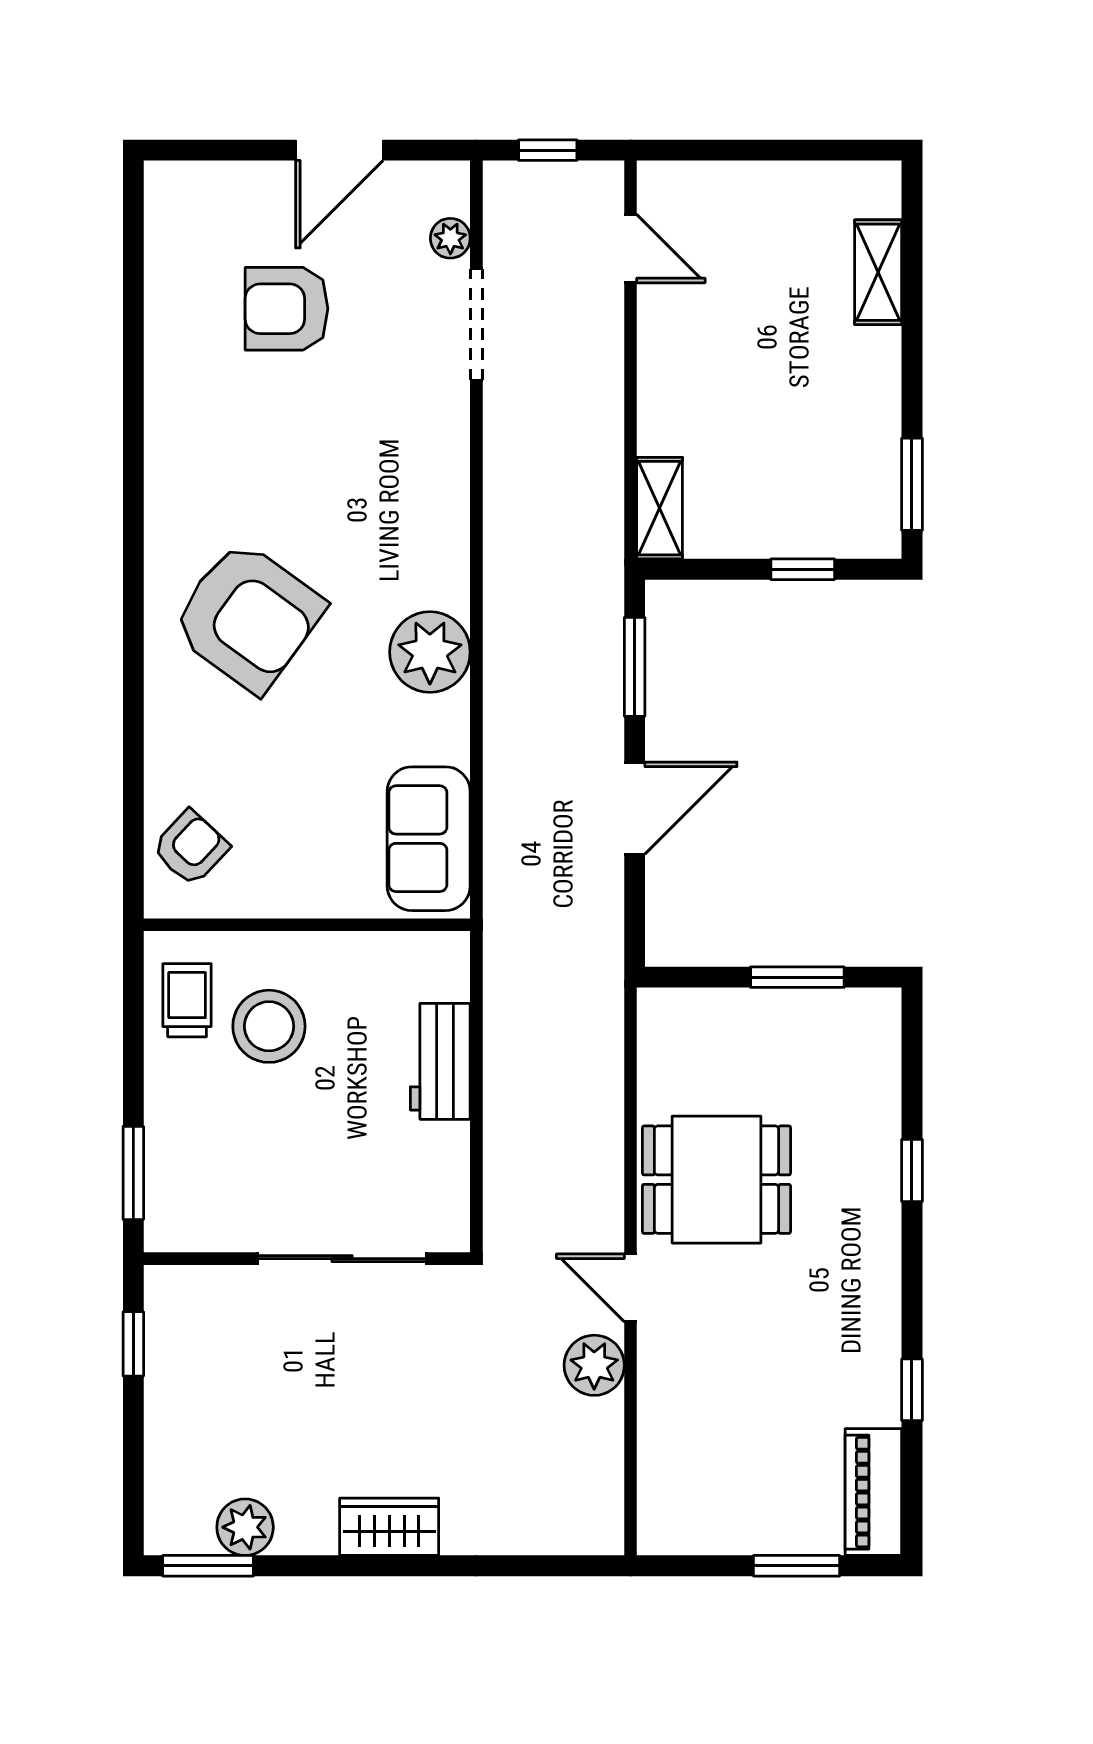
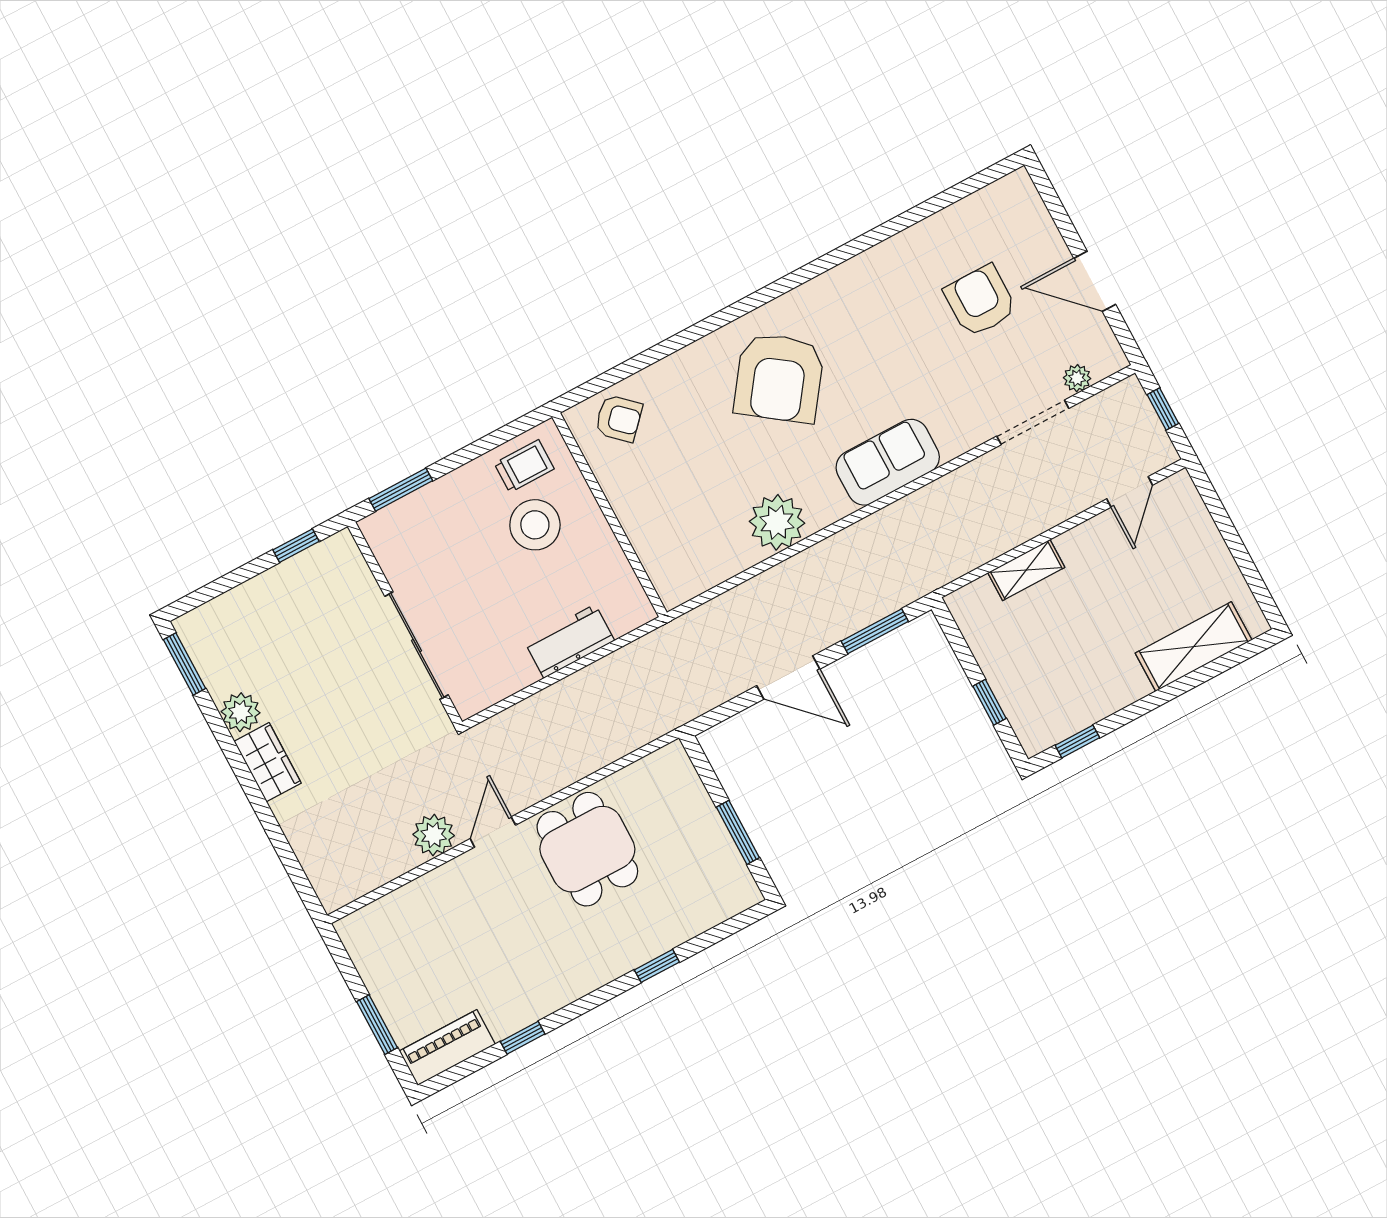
shelving: (878, 272) -> (1194, 647), width x1.50, depth x1.33
window: (912, 484) -> (1077, 741), width x0.67
shelving: (660, 508) -> (1026, 570), moved
plant: (430, 652) -> (777, 522), moved
sofa: (429, 839) -> (888, 462), moved
plant: (245, 1527) -> (241, 712), moved

